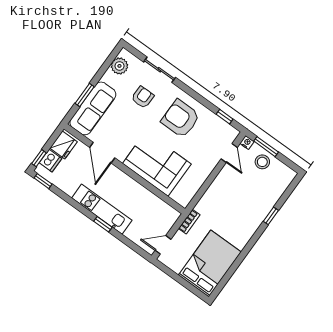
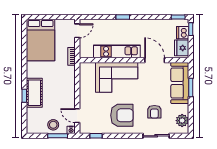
kitchen unit: (102, 209) -> (117, 51), moved, turned 180
cot: (258, 211) -> (34, 93), added

